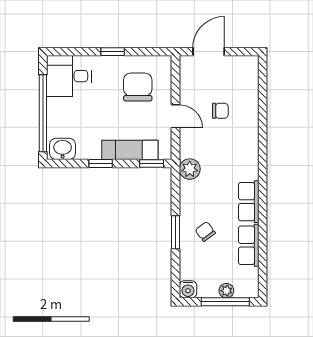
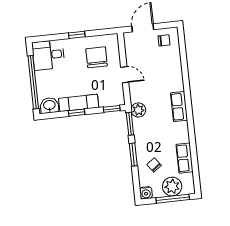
chair: (220, 111) -> (164, 40), moved
exam couch: (130, 150) -> (79, 103), moved
window: (175, 187) -> (130, 124), added
row of seats: (249, 202) -> (179, 107), moved
chair: (205, 231) -> (154, 165), moved
plant: (226, 291) -> (172, 187), width x1.88, depth x1.88

